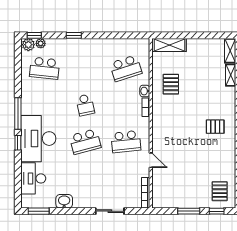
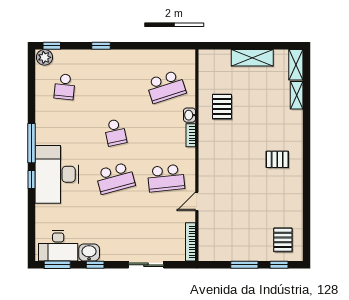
plant: (41, 43) -> (60, 56), removed
shelving: (169, 45) -> (252, 58), moved
school desk: (45, 68) -> (65, 87), width x0.54
door: (151, 160) -> (197, 201), swing flipped
desk: (33, 178) -> (58, 246), moved, turned -90
window: (69, 211) -> (95, 265), added

